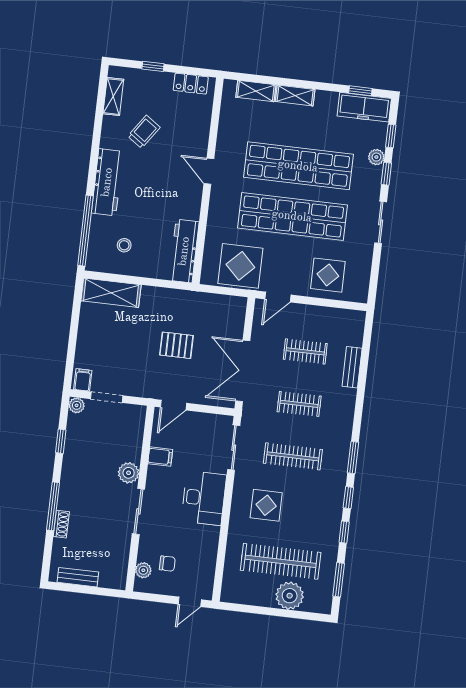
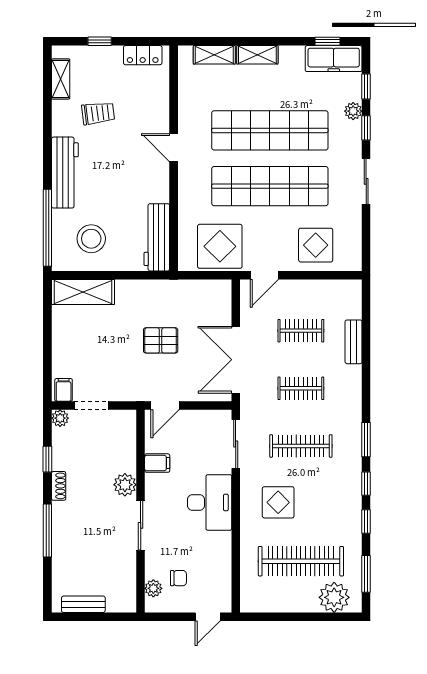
trolley: (144, 132) -> (98, 113), turned 48
stool: (124, 245) -> (91, 239), width x1.89, depth x1.89
shoe rack: (61, 524) -> (59, 486), moved
plant: (290, 596) -> (334, 597), moved

